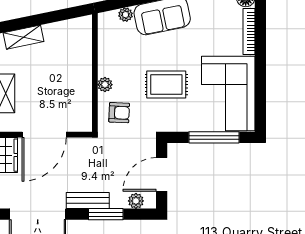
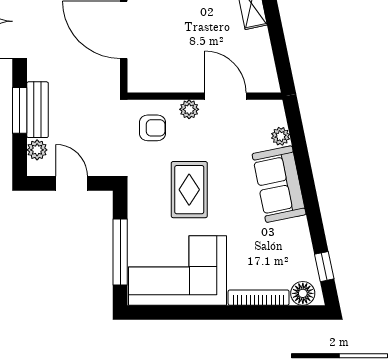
door: (95, 57) -> (225, 96), added
armchair: (119, 113) -> (152, 128), turned -93
door: (162, 174) -> (72, 183), width x0.73
bench: (88, 201) -> (38, 110), moved

